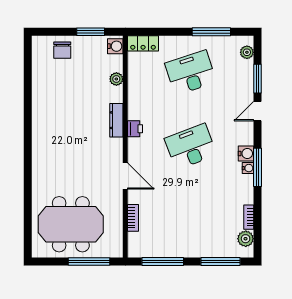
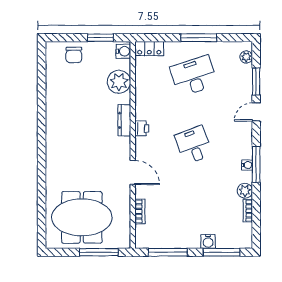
window: (211, 32) -> (199, 38), moved
plant: (116, 79) -> (119, 82), width x1.87, depth x1.87
desk: (191, 147) -> (194, 145), width x0.73
water cooler: (246, 154) -> (208, 241), moved, turned 90
plant: (246, 239) -> (245, 191), moved

